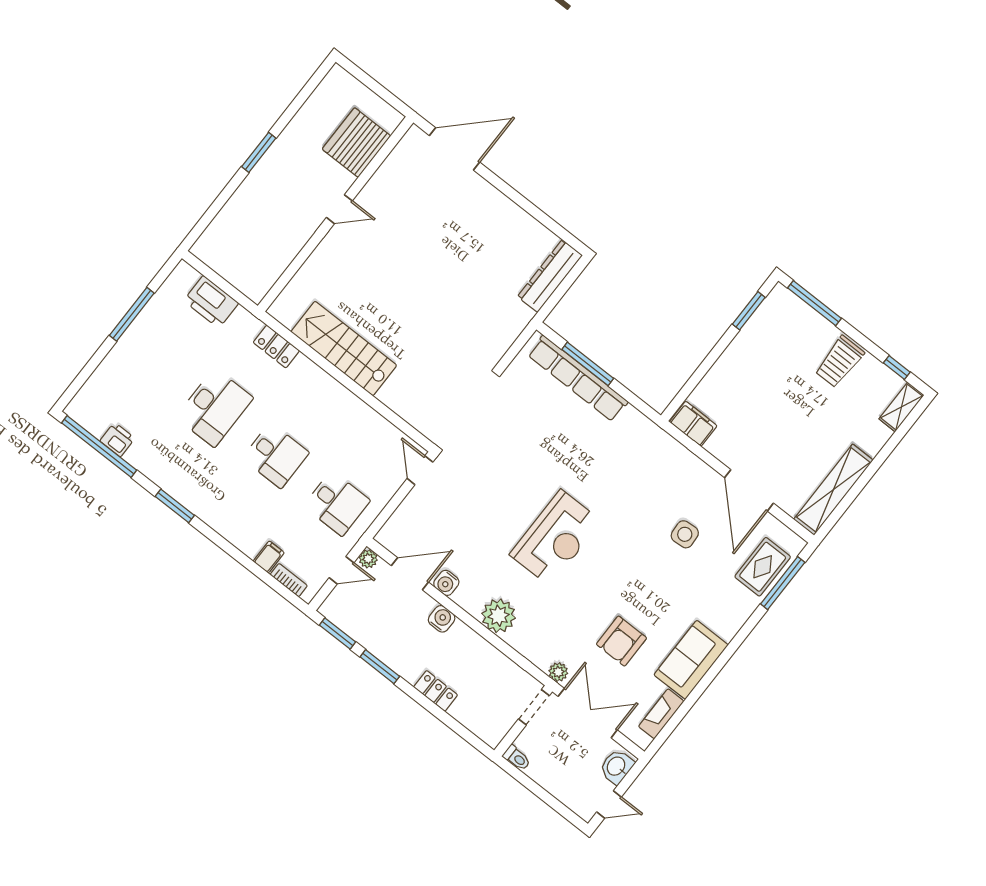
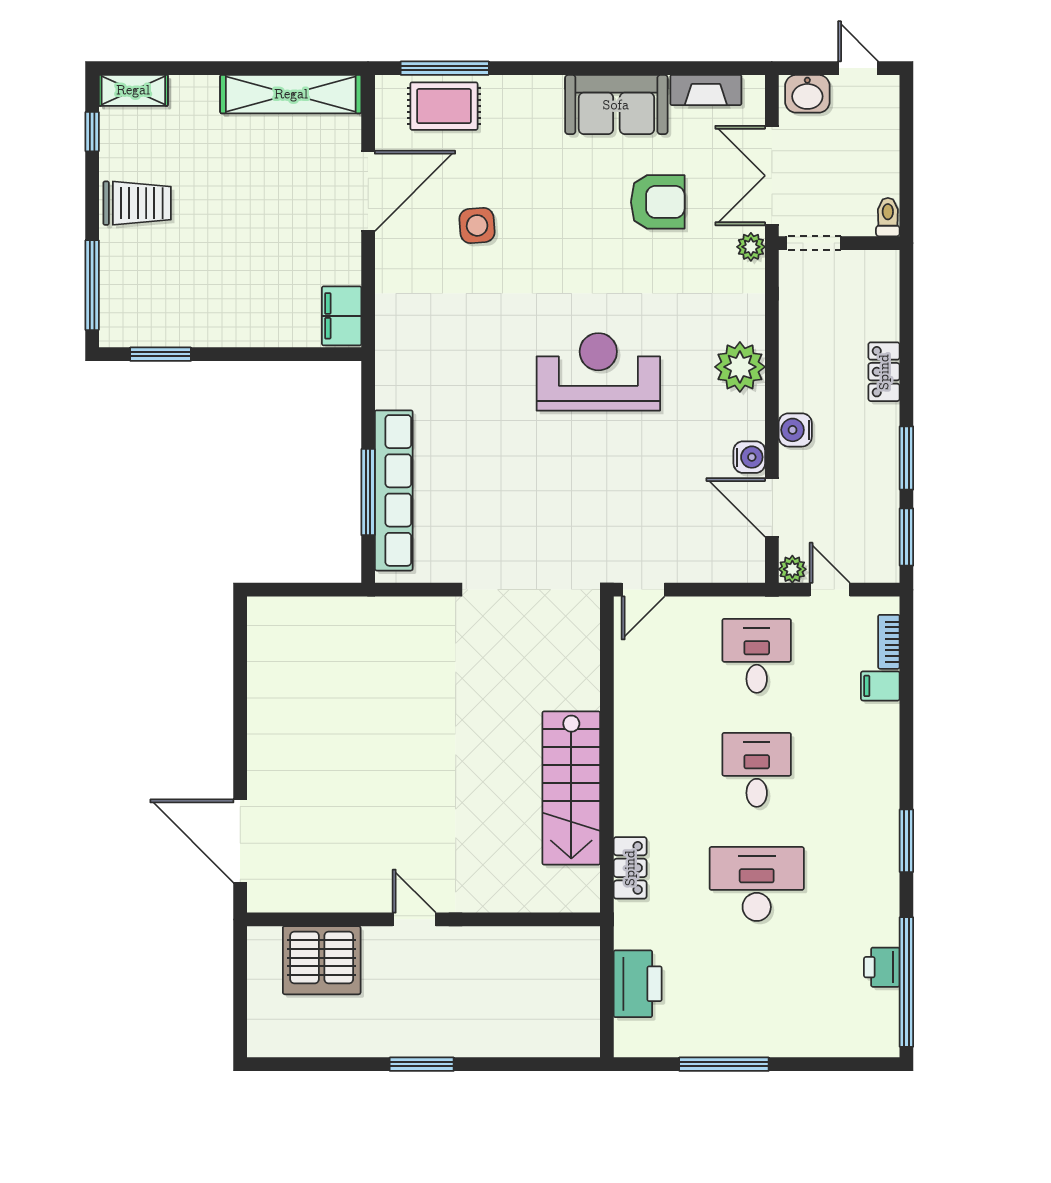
dresser: (550, 276) -> (301, 616), removed

